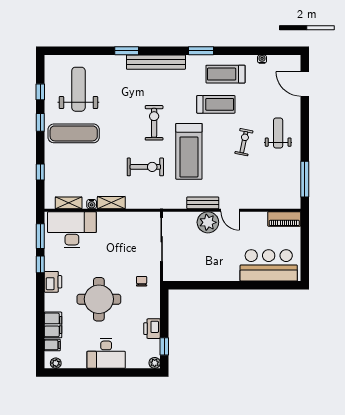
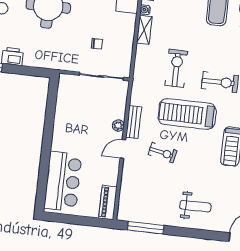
exercise bike: (244, 142) -> (162, 153), moved
exercise bike: (145, 167) -> (176, 68), turned 180
plant: (208, 222) -> (118, 126), width x0.53, depth x0.53
chair: (142, 281) -> (97, 44), moved

